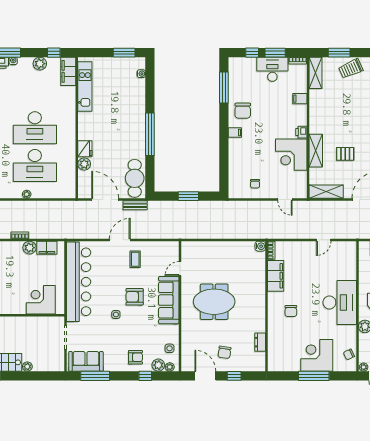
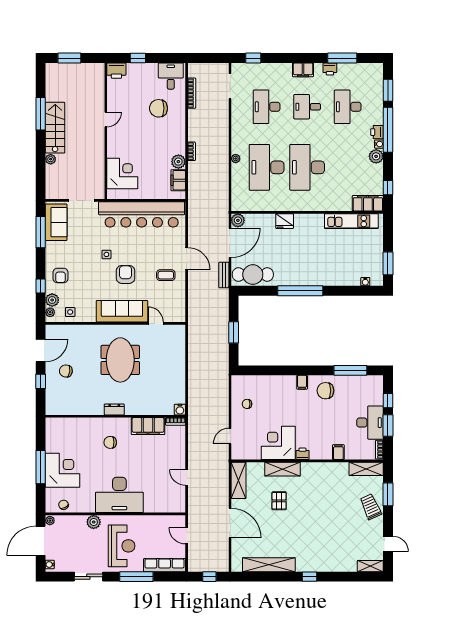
plant: (40, 64) -> (376, 156), moved
plant: (84, 164) -> (238, 220), moved
dresser: (260, 342) -> (114, 409), moved

